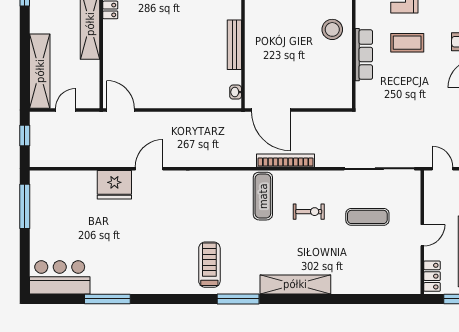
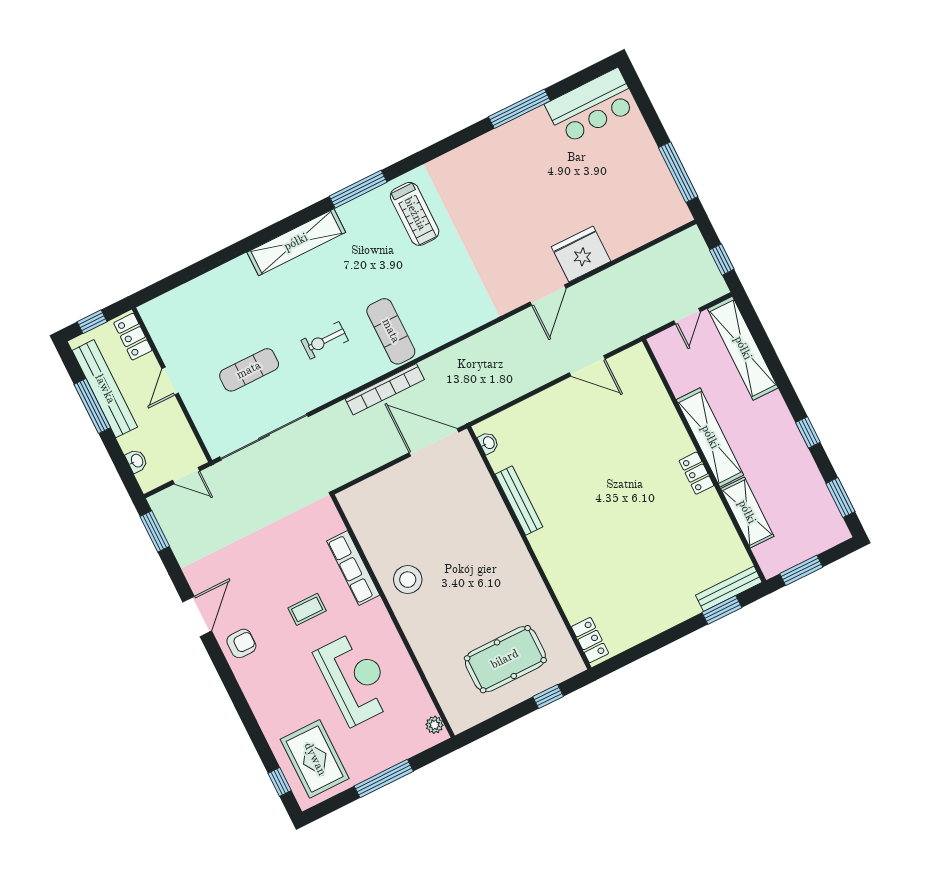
coffee table: (407, 43) -> (307, 609), width x0.73, depth x0.77
door: (120, 110) -> (587, 366), moved

